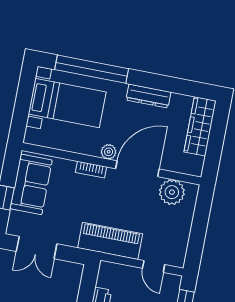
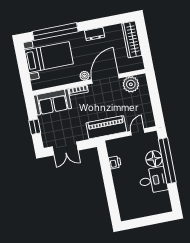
dresser: (148, 96) -> (95, 34), width x0.70
sofa: (31, 184) -> (52, 102), moved, turned 90
door: (154, 266) -> (138, 132), swing flipped

